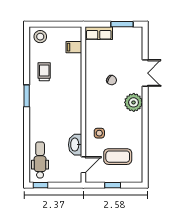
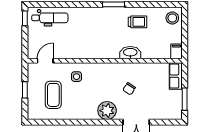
filing cabinet: (74, 47) -> (176, 51), moved
washbasin: (75, 145) -> (130, 53), moved
door: (83, 165) -> (45, 61), swing flipped

